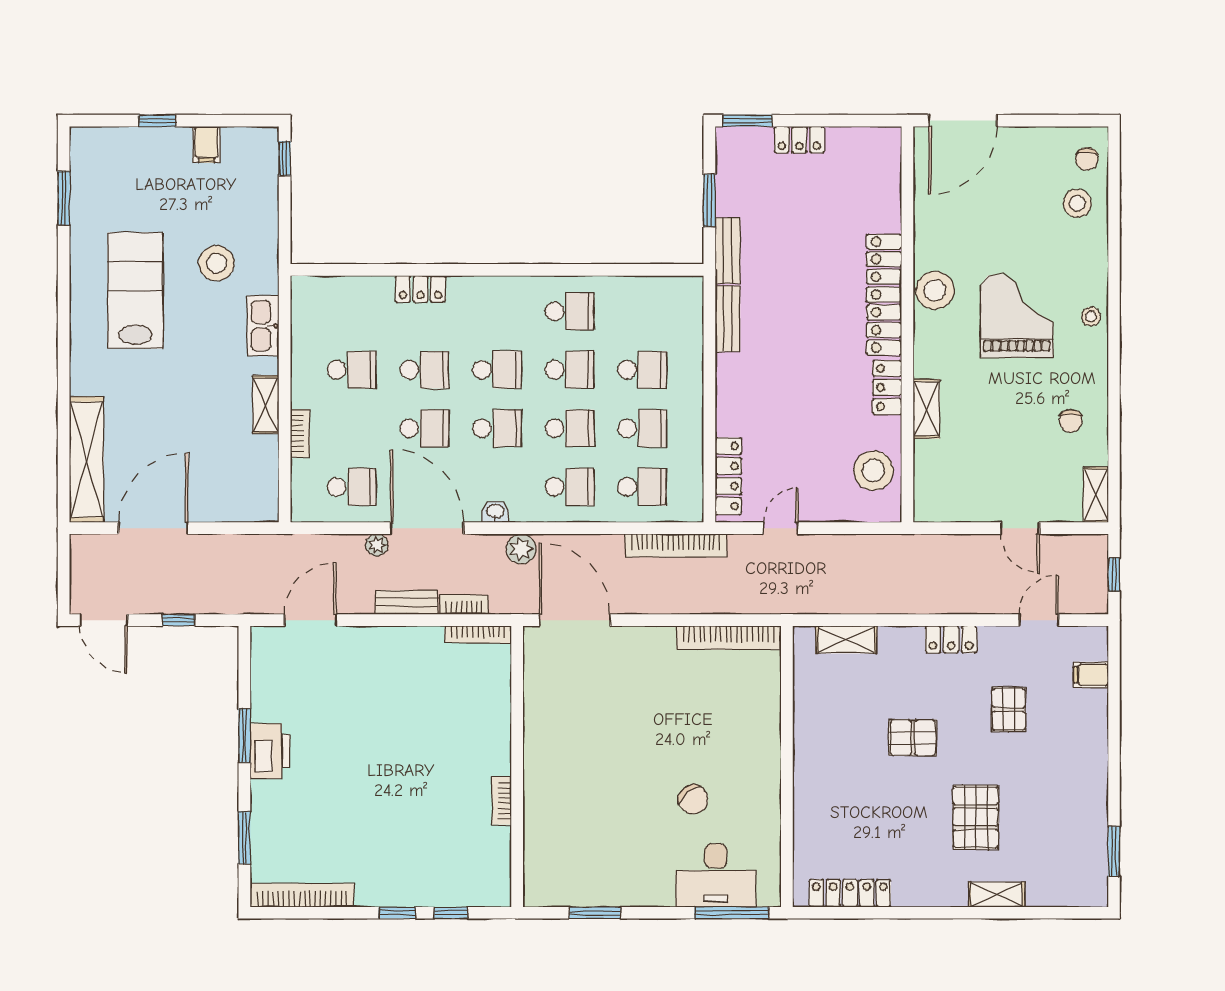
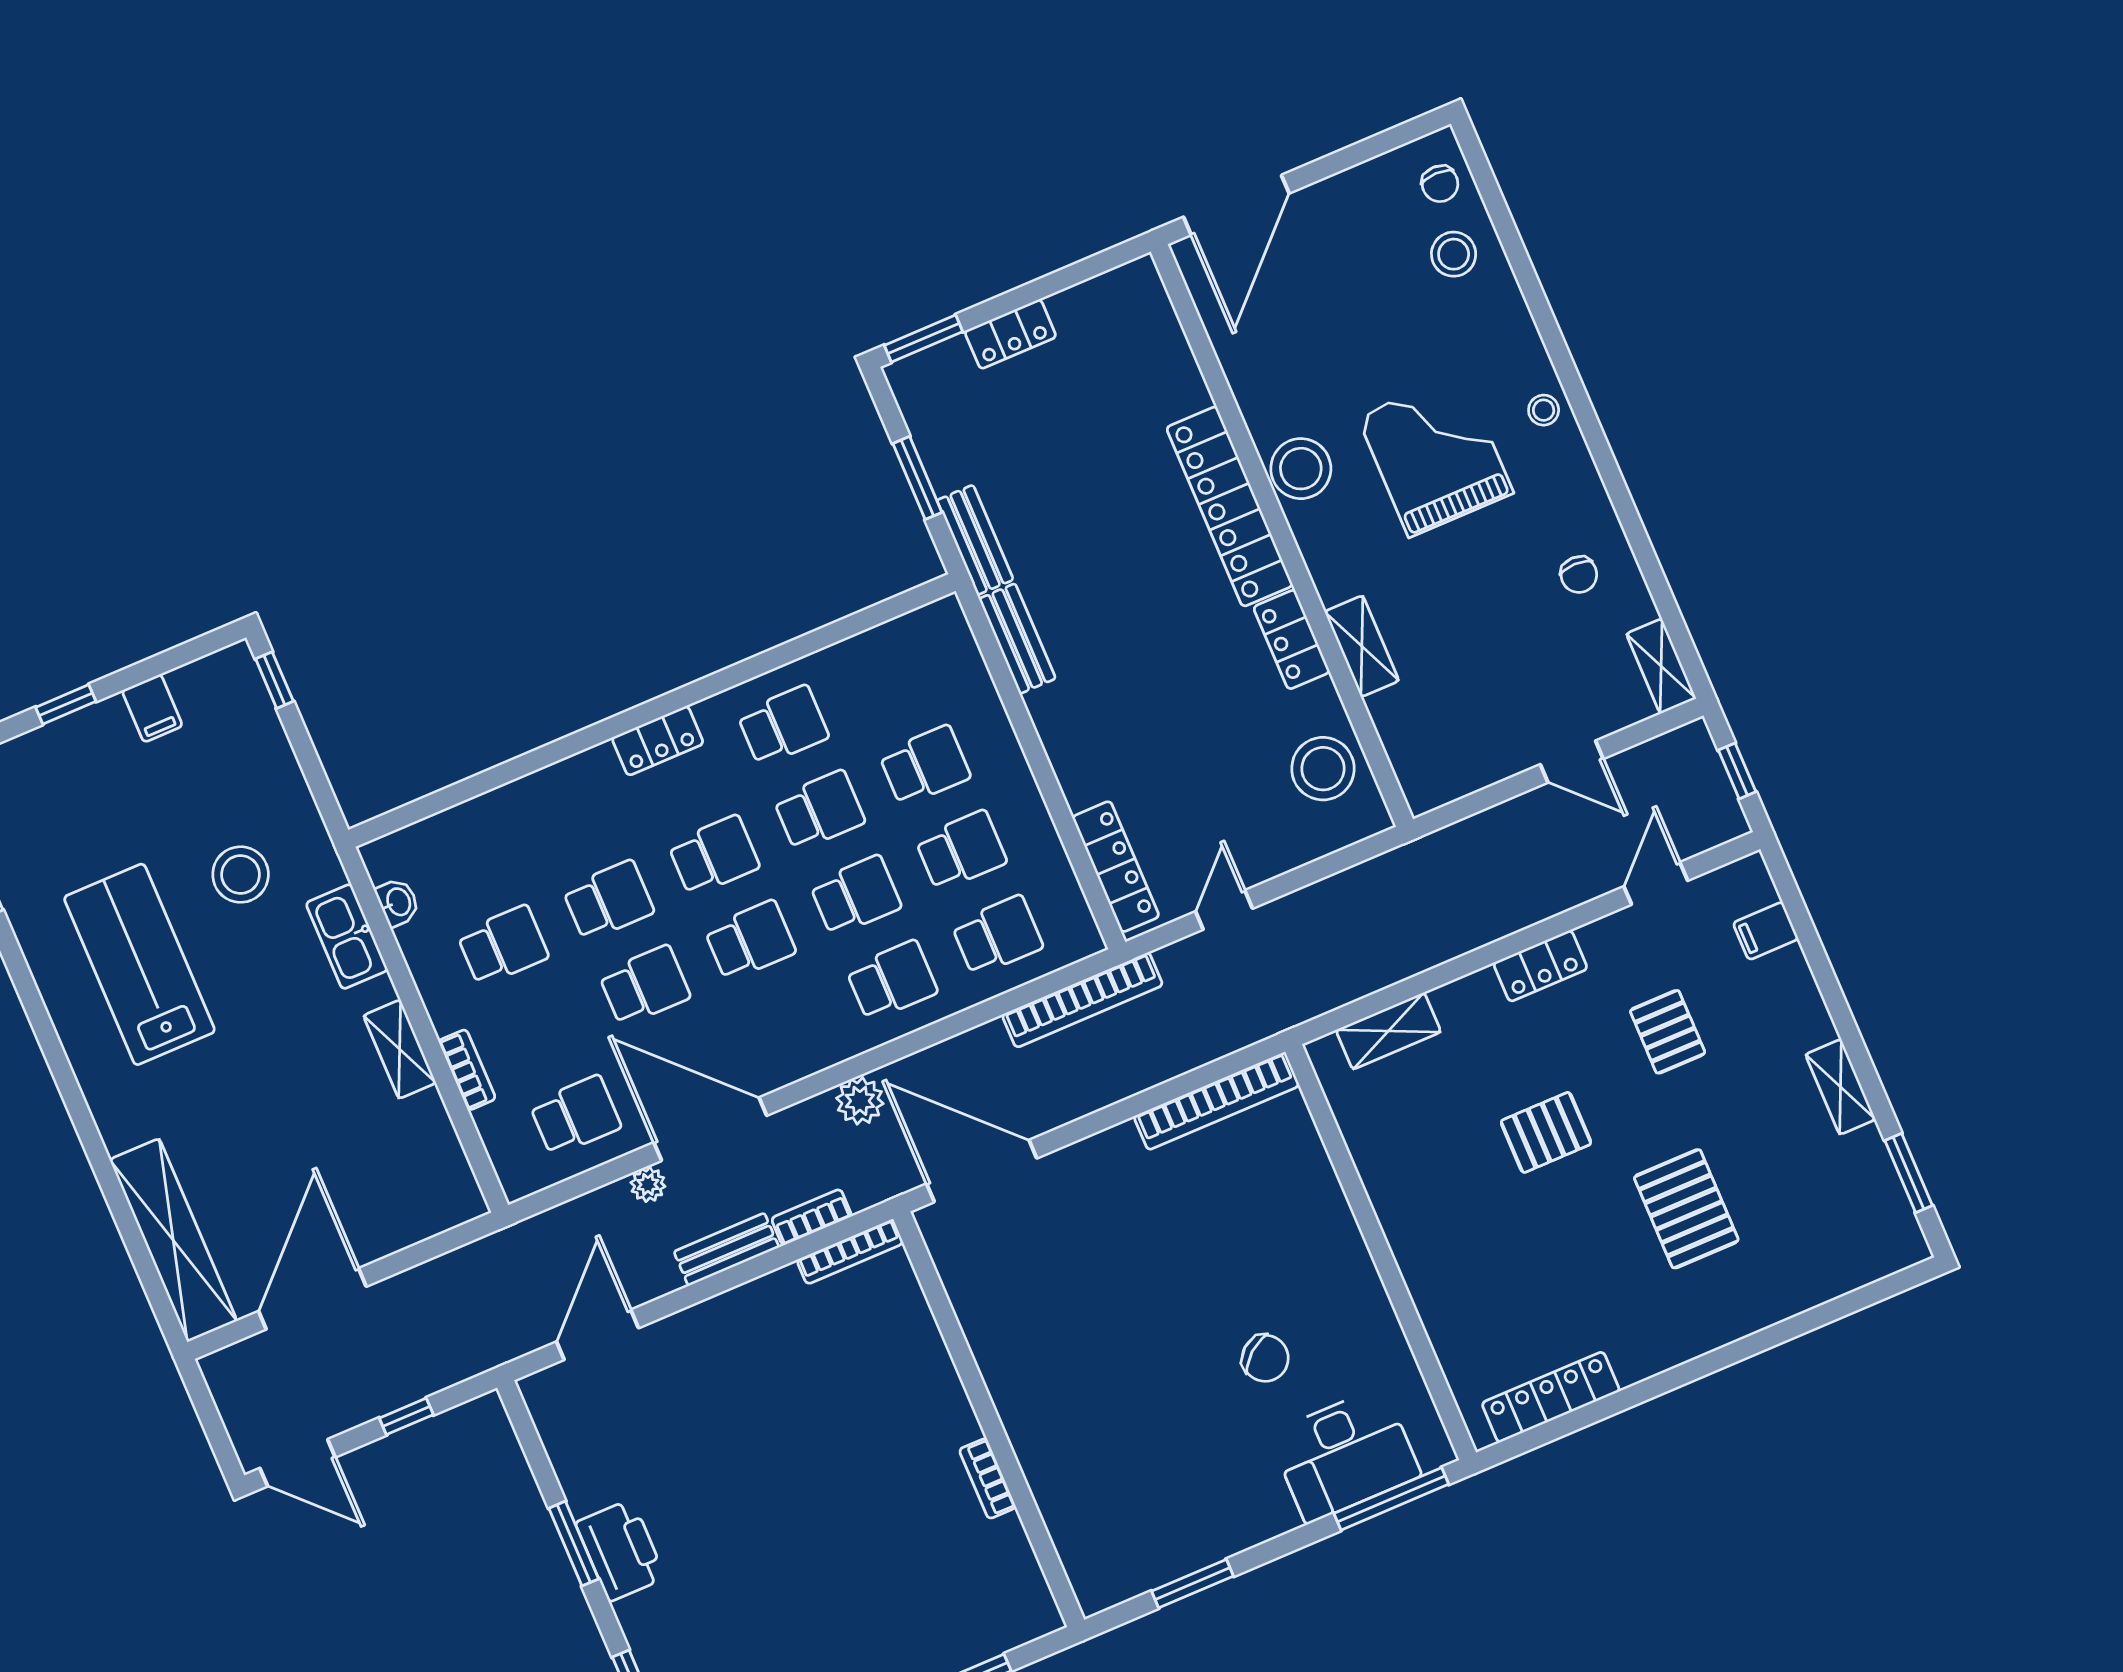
locker: (420, 289) -> (658, 741), moved
washbasin: (495, 512) -> (398, 902), moved, turned 90
shelving: (996, 894) -> (1840, 1087), moved, turned 90

